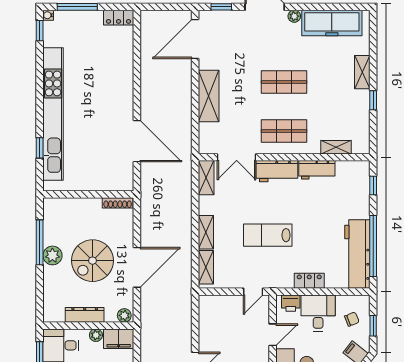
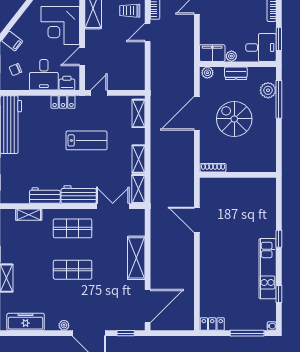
freezer: (332, 23) -> (26, 322), width x0.73, depth x0.79
window: (40, 31) -> (279, 294), moved
kitchen unit: (53, 114) -> (268, 269), width x0.54
door: (137, 141) -> (197, 220), width x0.73
window: (40, 148) -> (279, 239), moved
shelving: (206, 232) -> (139, 159), moved
window: (40, 242) -> (279, 99), moved
plant: (52, 255) -> (268, 90), moved
spiral stairs: (93, 261) -> (234, 119), turned -90
locker: (309, 281) -> (63, 102), moved
dresser: (85, 315) -> (236, 73), width x0.70

